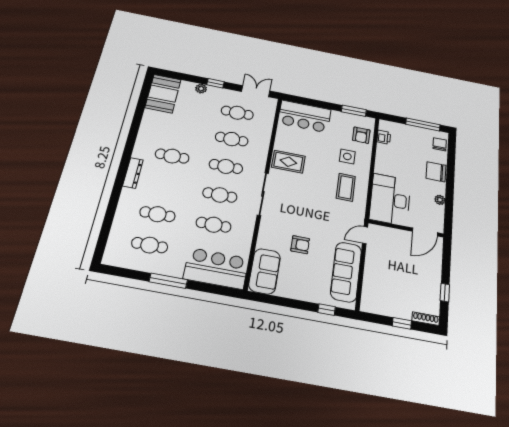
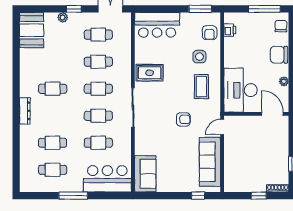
door: (425, 232) -> (272, 114), swing flipped
armchair: (300, 245) -> (183, 119), moved

